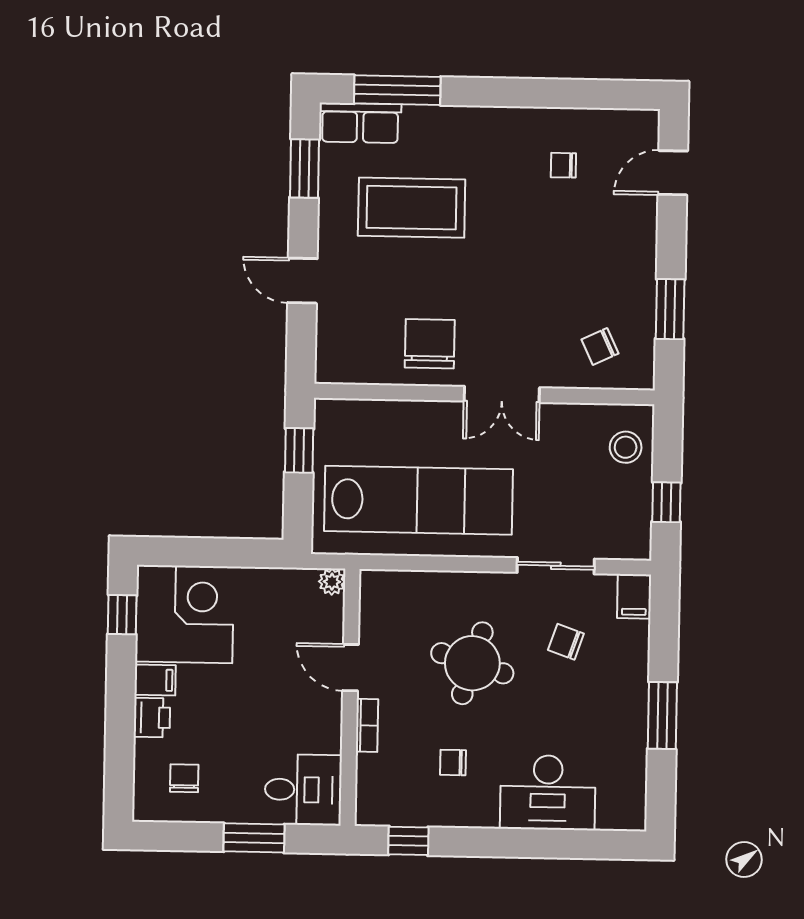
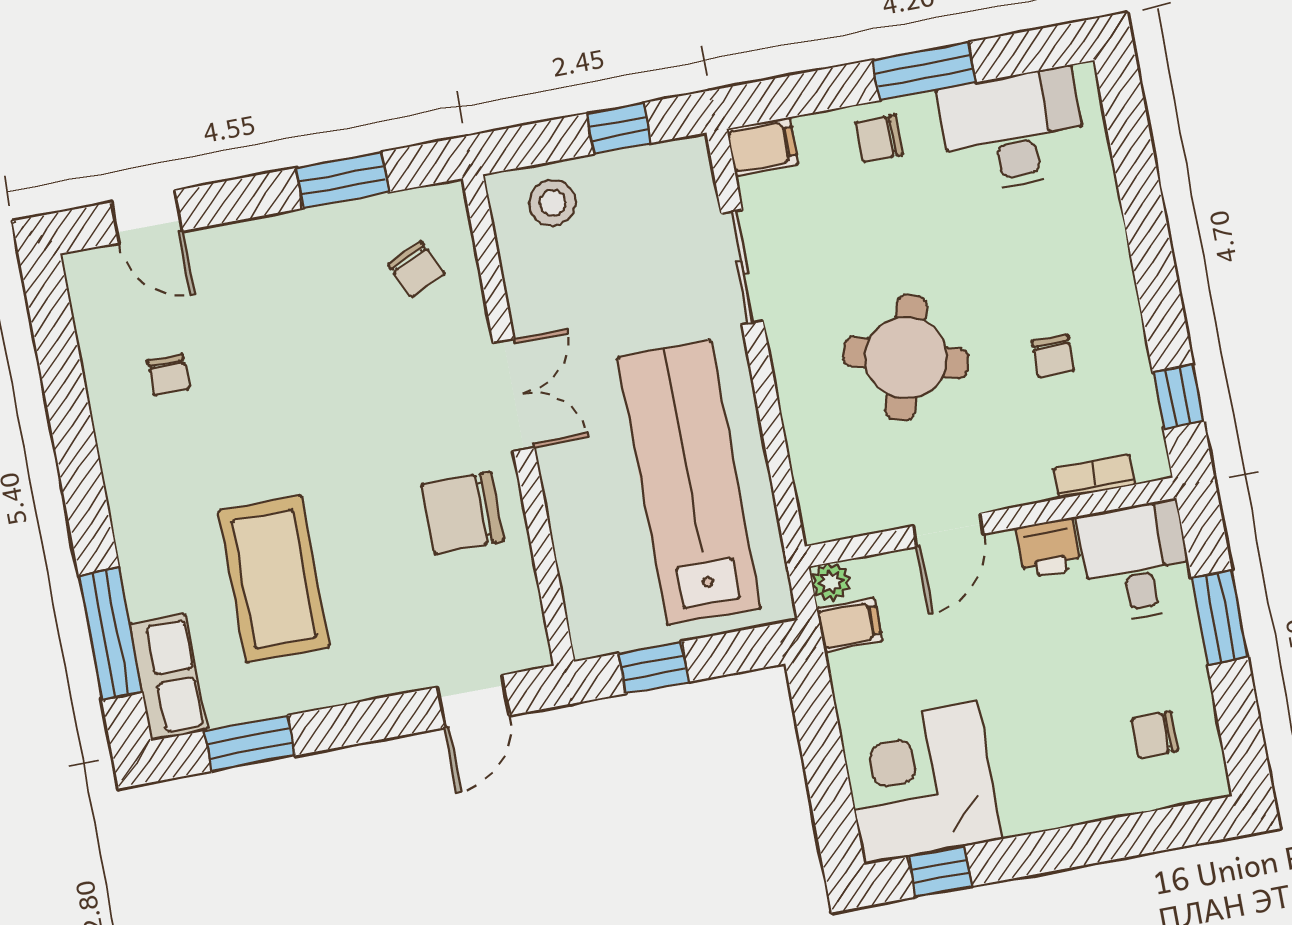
door: (302, 281) -> (474, 701), moved
chair: (566, 642) -> (879, 139), moved, turned 71
filing cabinet: (155, 680) -> (849, 625), moved, turned 90
printer: (152, 718) -> (1048, 548), moved, turned 180
bookcase: (367, 725) -> (1094, 477), moved
desk: (548, 793) -> (1013, 130), moved, turned -90

